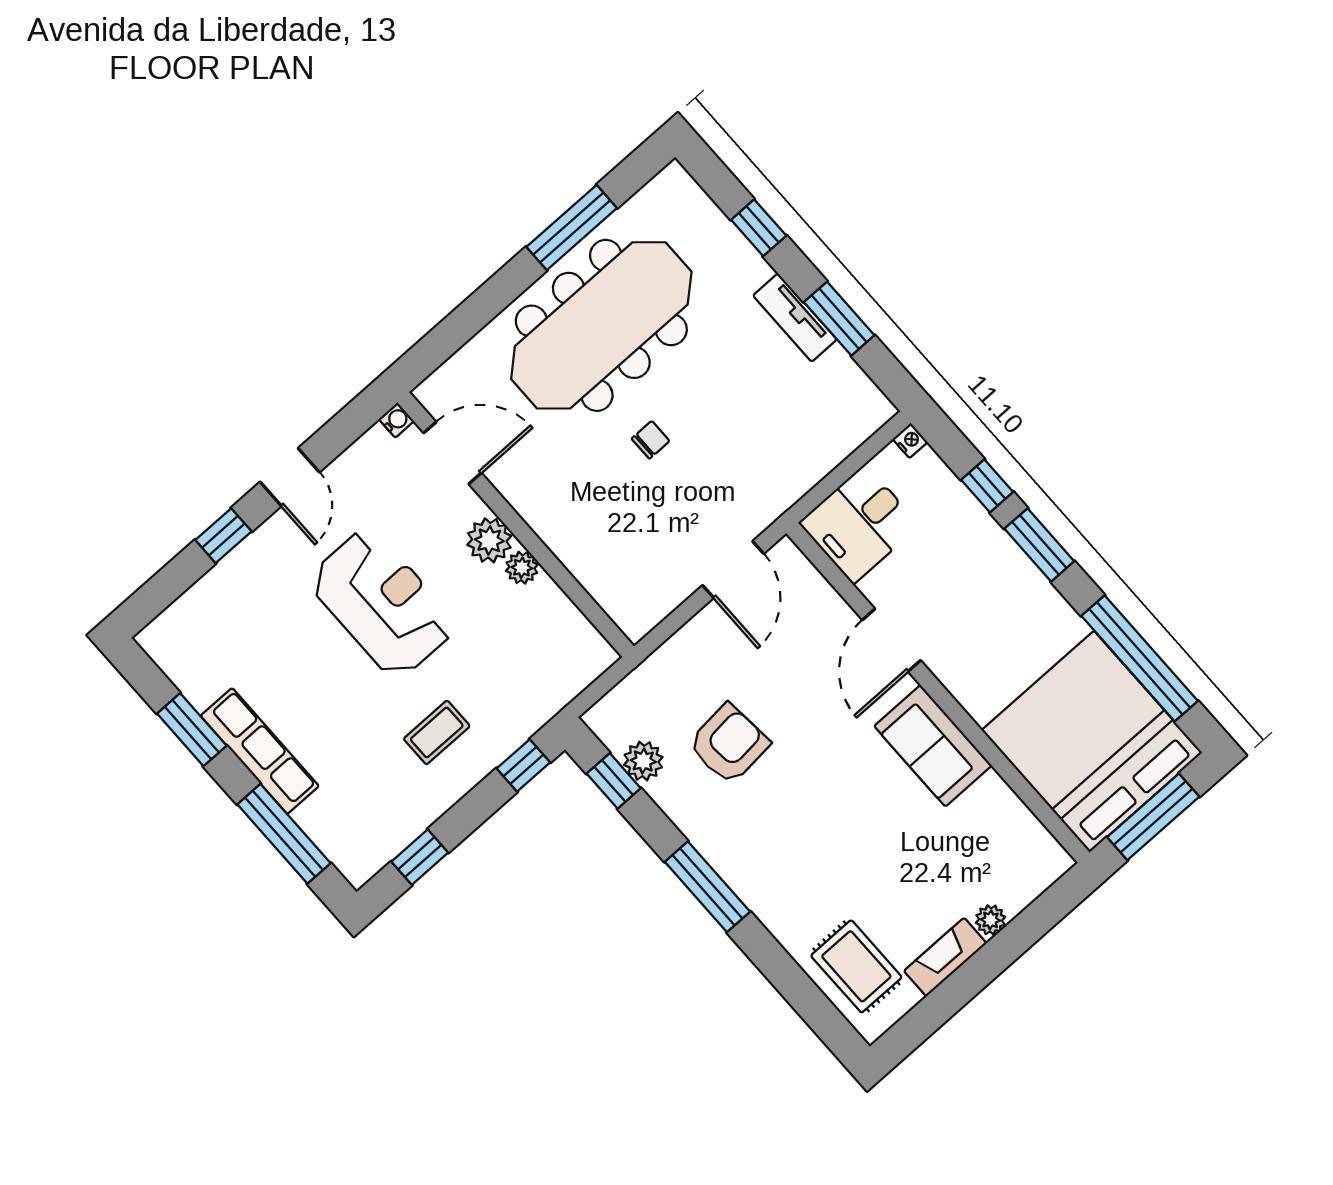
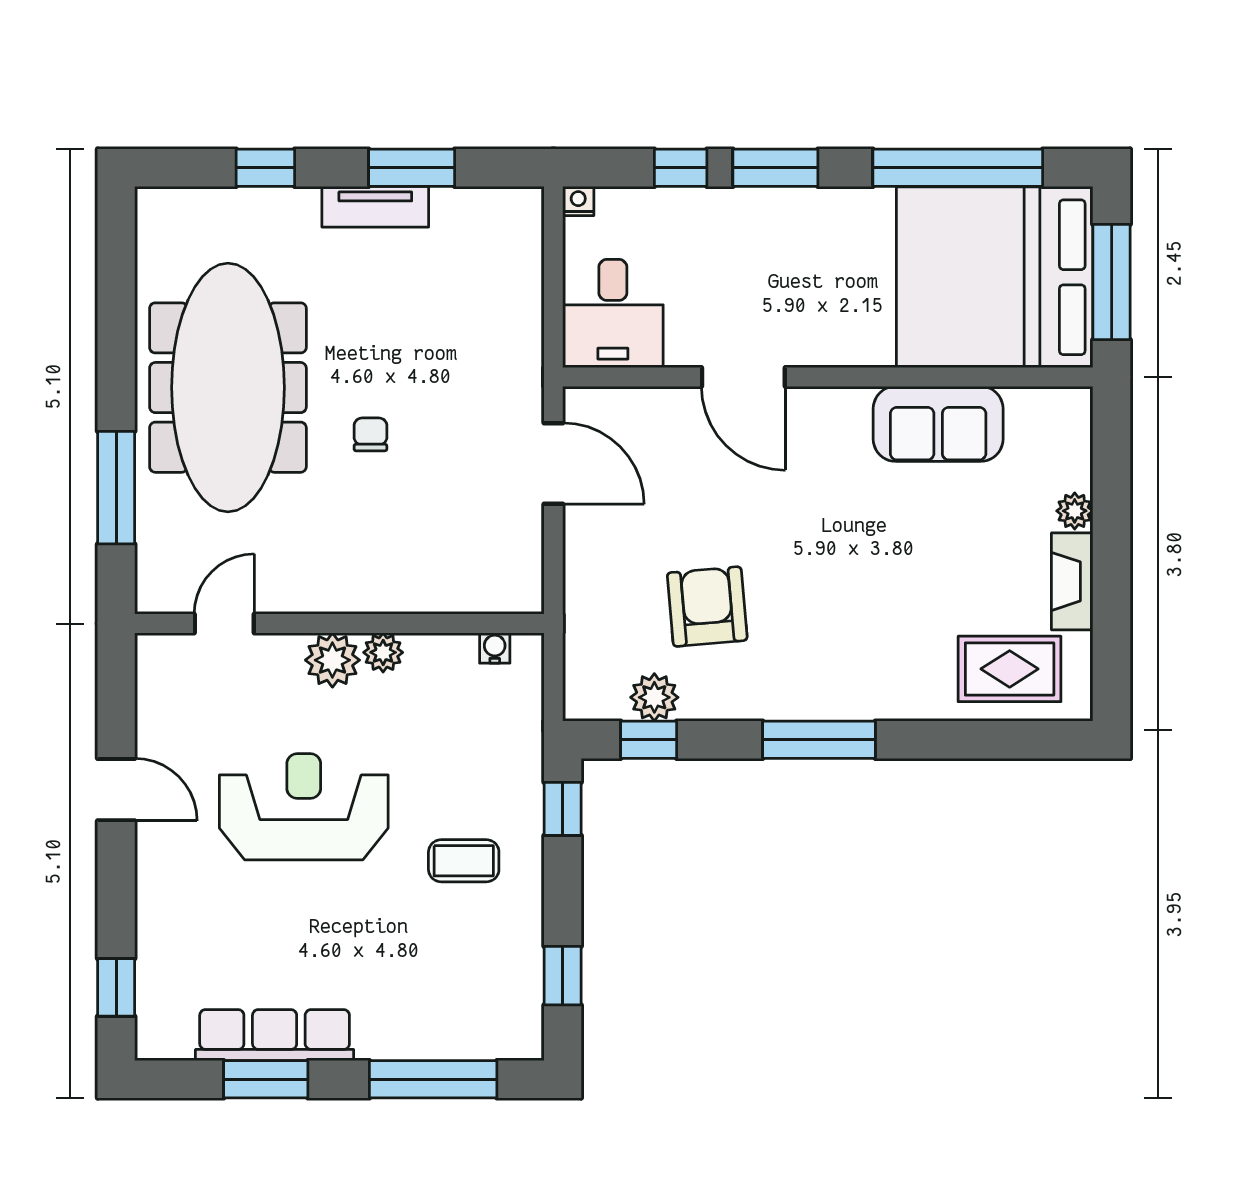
window: (572, 228) -> (116, 488), moved
water cooler: (396, 420) -> (495, 648), moved
door: (453, 453) -> (224, 624), width x0.73
window: (223, 536) -> (116, 987), moved
coffee table: (437, 732) -> (464, 861), turned 90
sofa: (933, 746) -> (938, 424), moved
row of seats: (260, 751) -> (275, 1035), moved

